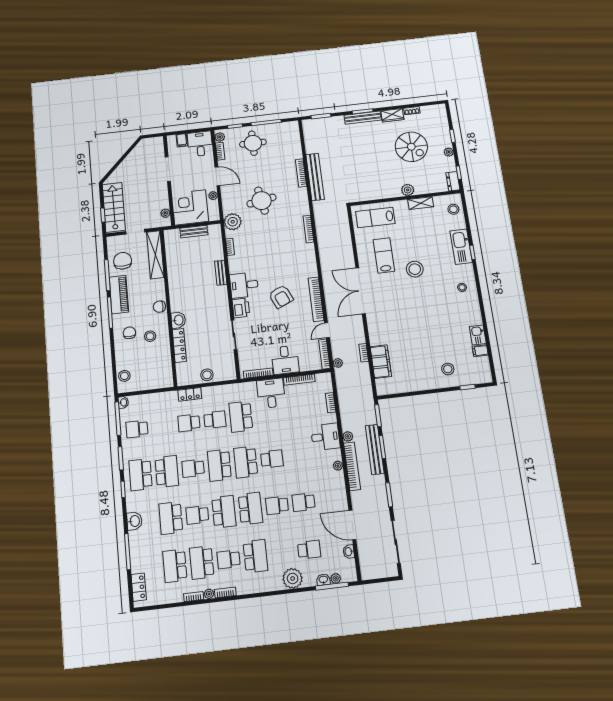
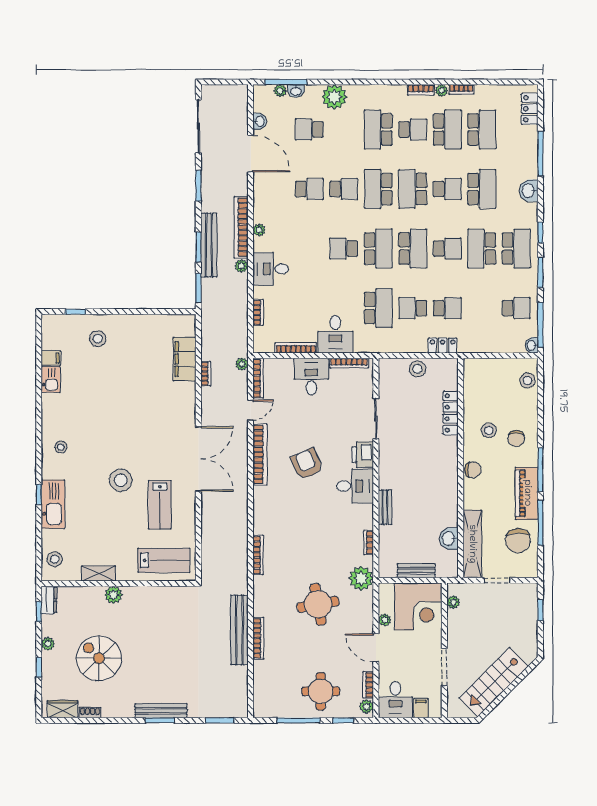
wardrobe: (392, 115) -> (62, 709), moved
stairs: (114, 207) -> (494, 682), moved, turned 45
washbasin: (178, 320) -> (449, 539), moved

